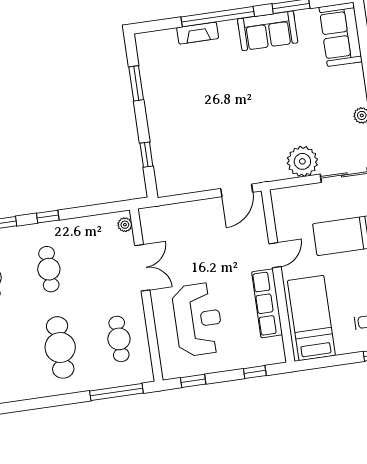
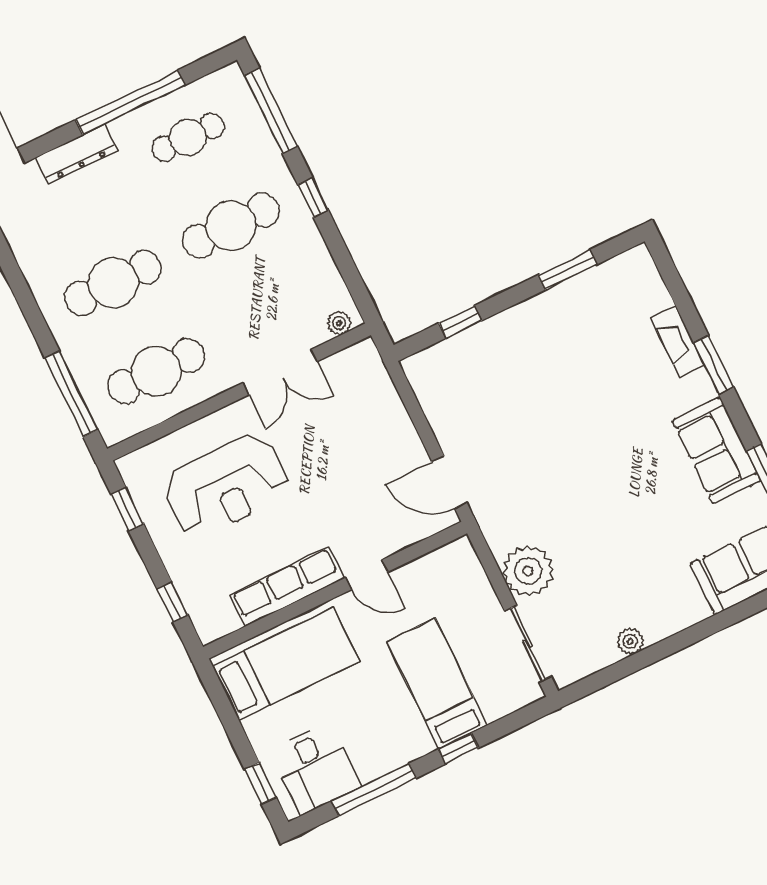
window: (218, 17) -> (714, 365), width x0.47
cafe table: (49, 269) -> (231, 226), width x1.37, depth x1.35
cafe table: (119, 339) -> (156, 371), width x1.37, depth x1.35

